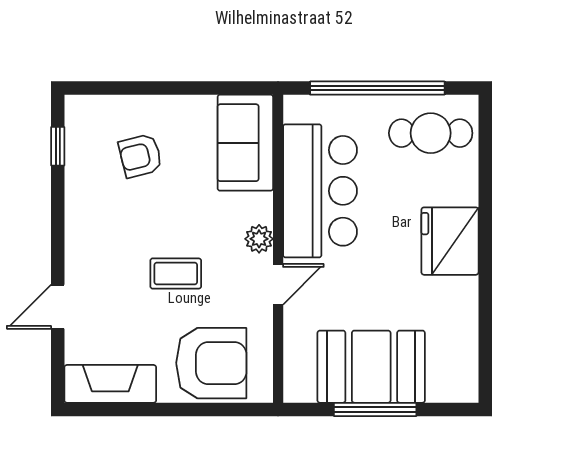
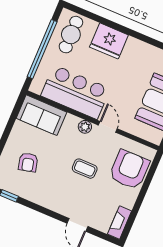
fridge: (450, 241) -> (109, 41), moved
coffee table: (176, 273) -> (85, 169), turned 90
fireplace: (110, 384) -> (120, 222), width x0.73, depth x0.76

